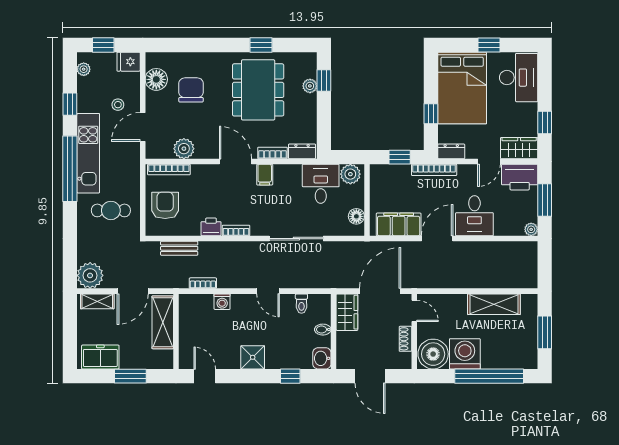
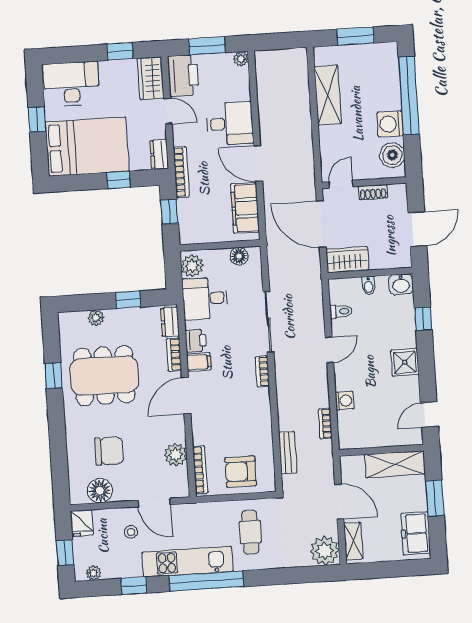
window: (324, 81) -> (128, 300), moved
chair: (191, 90) -> (109, 451), turned 180
printer: (211, 227) -> (196, 341), moved, turned 180
bookcase: (236, 230) -> (262, 372), moved
shelving: (163, 322) -> (395, 464), moved
boiler: (433, 354) -> (392, 155), width x0.73, depth x0.73
washing machine: (465, 354) -> (390, 124), width x0.73, depth x0.73

